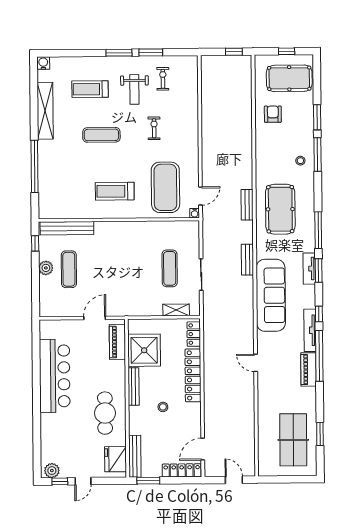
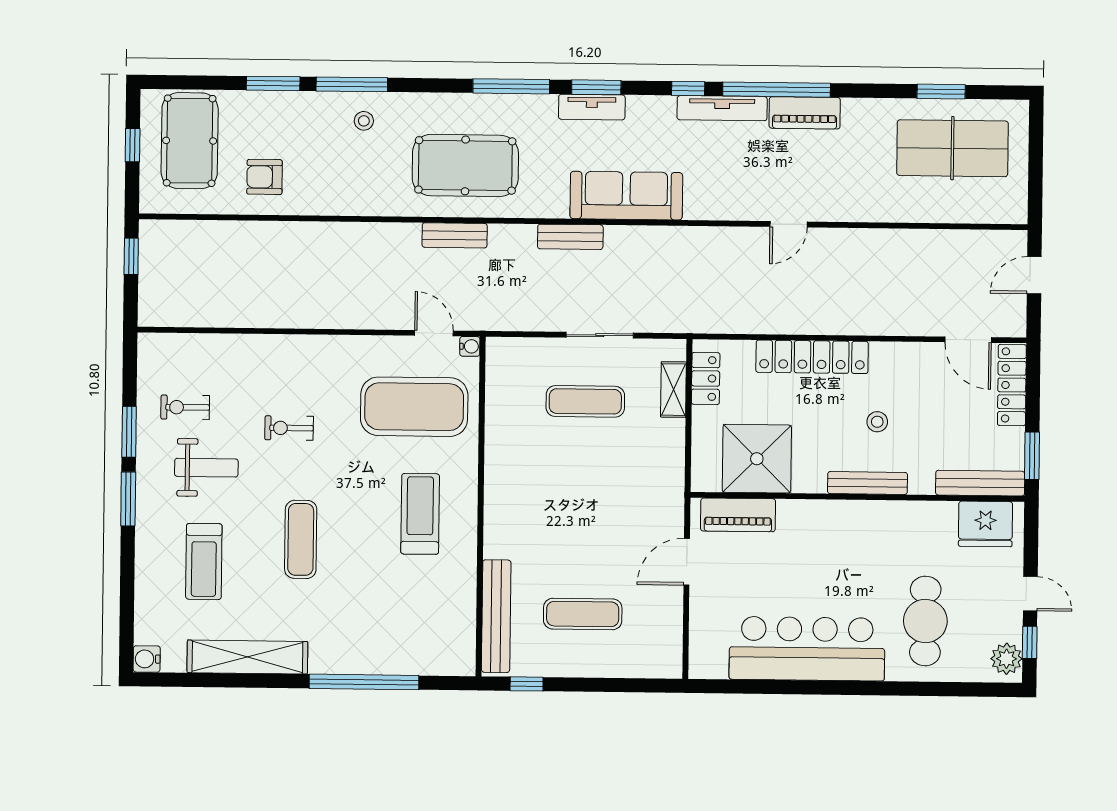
treadmill: (115, 191) -> (420, 514), turned 180
plant: (46, 268) -> (579, 662), removed
sofa: (271, 295) -> (626, 196), width x0.74, depth x0.79
door: (95, 318) -> (687, 562), hinge flipped
locker: (194, 334) -> (706, 378), moved, turned -90
bench: (134, 386) -> (868, 483), moved
cafe table: (105, 413) -> (925, 621), moved, turned 90

